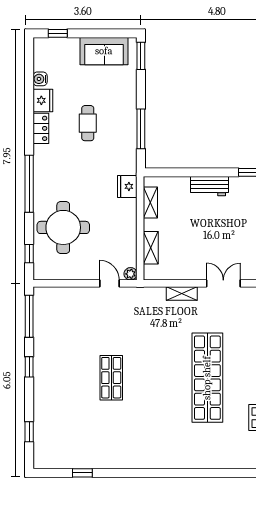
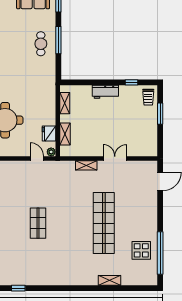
cafe table: (88, 123) -> (41, 44), moved
window: (141, 129) -> (58, 40), moved
fridge: (127, 186) -> (49, 134), moved
shelving: (216, 461) -> (110, 280), added

